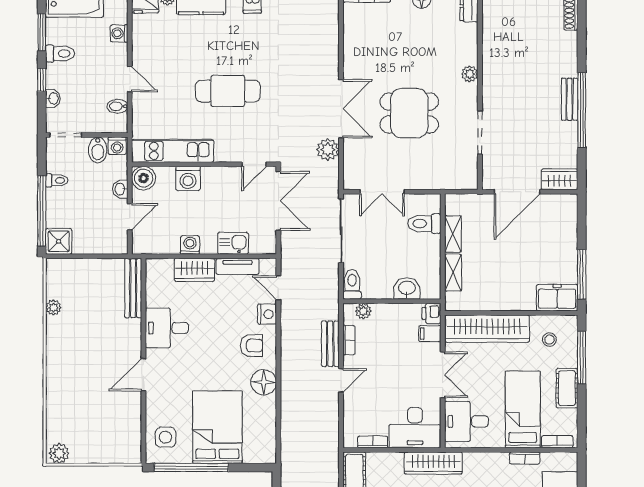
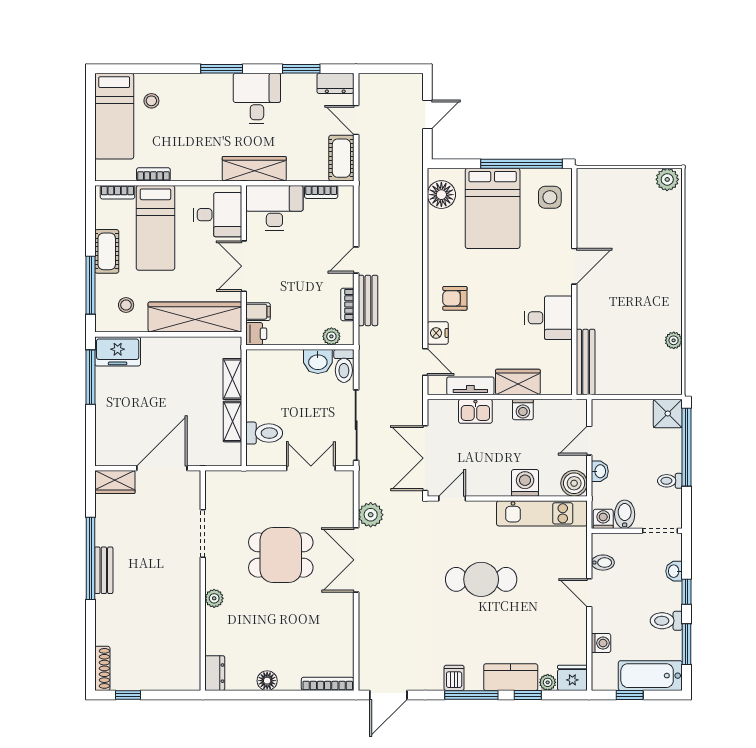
washbasin: (407, 288) -> (318, 362), moved
floor lamp: (264, 382) -> (441, 195), moved

